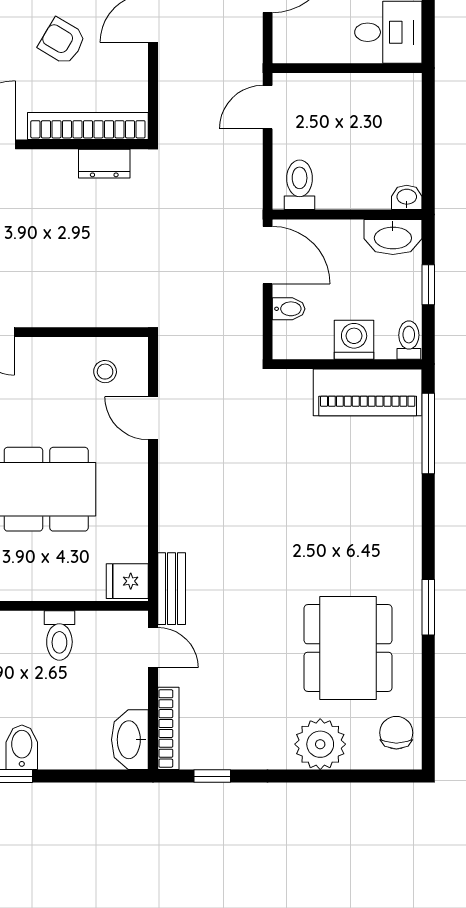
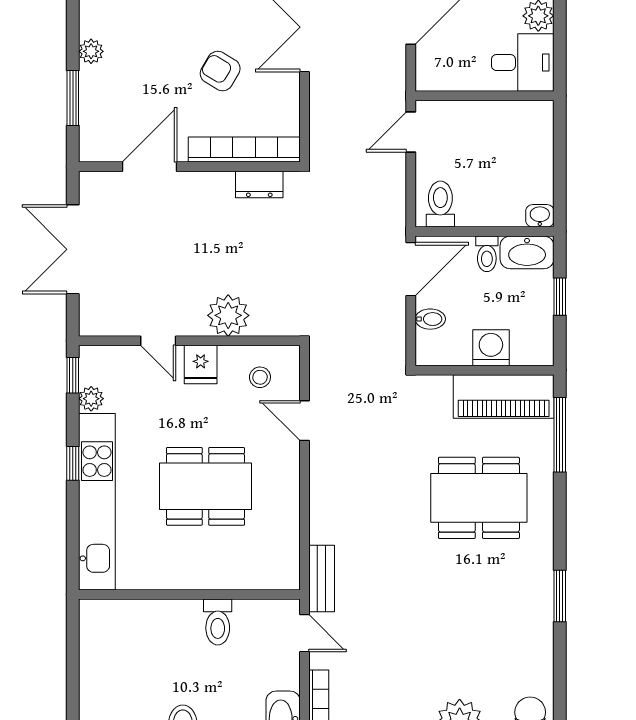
door: (268, 255) -> (411, 269), hinge flipped
plant: (71, 305) -> (228, 315), added
toilet: (409, 340) -> (487, 254), moved, turned 180
fridge: (127, 581) -> (201, 365), moved, turned -90
dining table: (348, 648) -> (479, 498), moved, turned 90

